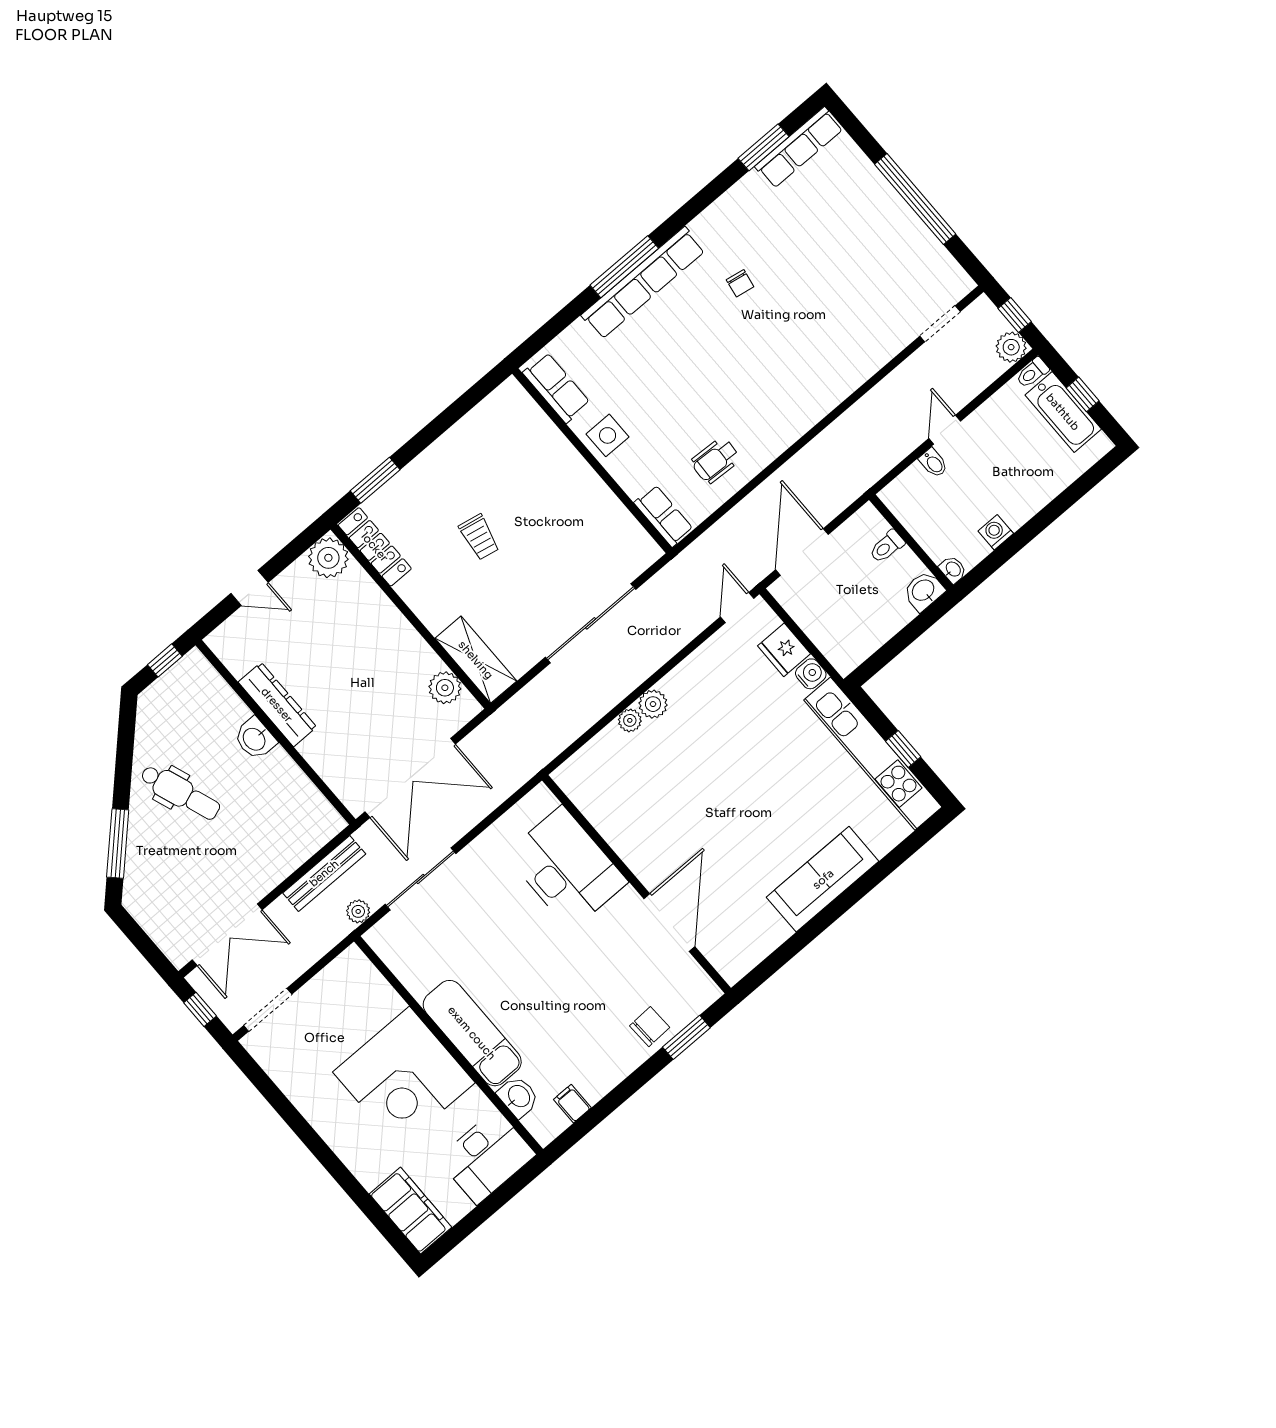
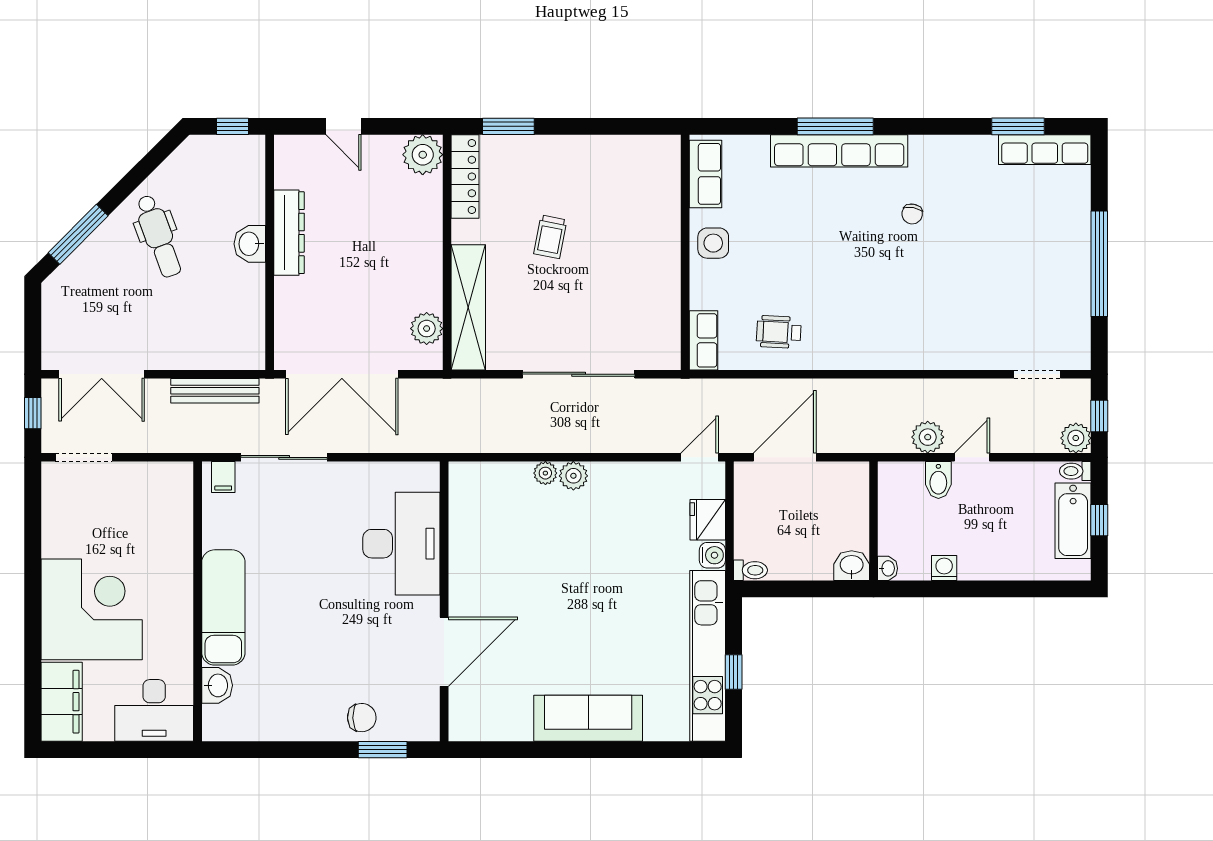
bidet: (933, 463) -> (938, 480), width x1.38, depth x1.36
toilet: (887, 546) -> (750, 570), moved, turned 180
shelving: (476, 660) -> (468, 307), width x1.47
plant: (358, 911) -> (928, 437), moved, width x1.38, depth x1.38
corner desk: (404, 1077) -> (92, 609), moved, turned 180
filing cabinet: (572, 1104) -> (223, 477), moved, turned 180

